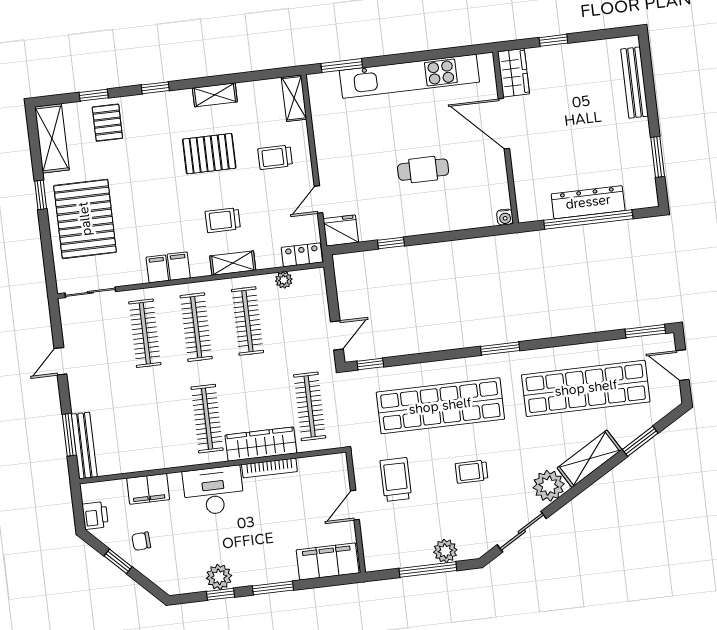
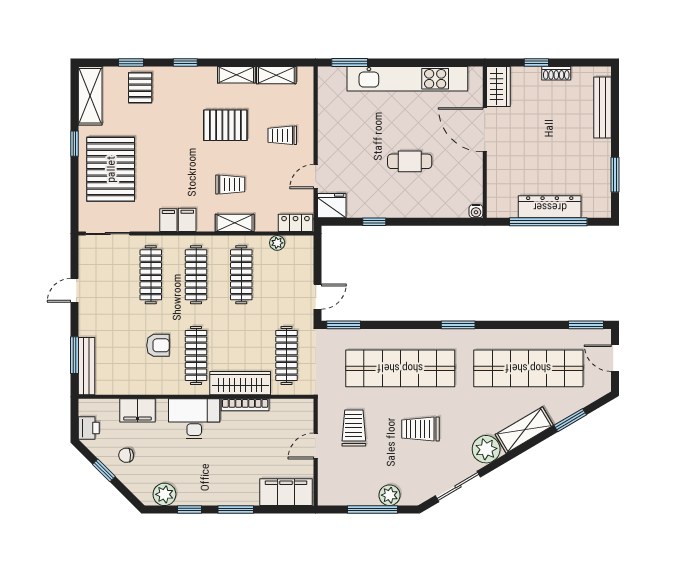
shoe rack: (577, 50) -> (556, 73), added
shelving: (294, 98) -> (276, 75), moved, turned 90
trolley: (223, 220) -> (230, 185), turned 180
window: (370, 364) -> (344, 325), width x1.50
armchair: (162, 412) -> (158, 345), added
trolley: (472, 472) -> (421, 429), width x1.36, depth x1.39
plant: (219, 577) -> (164, 494), moved

